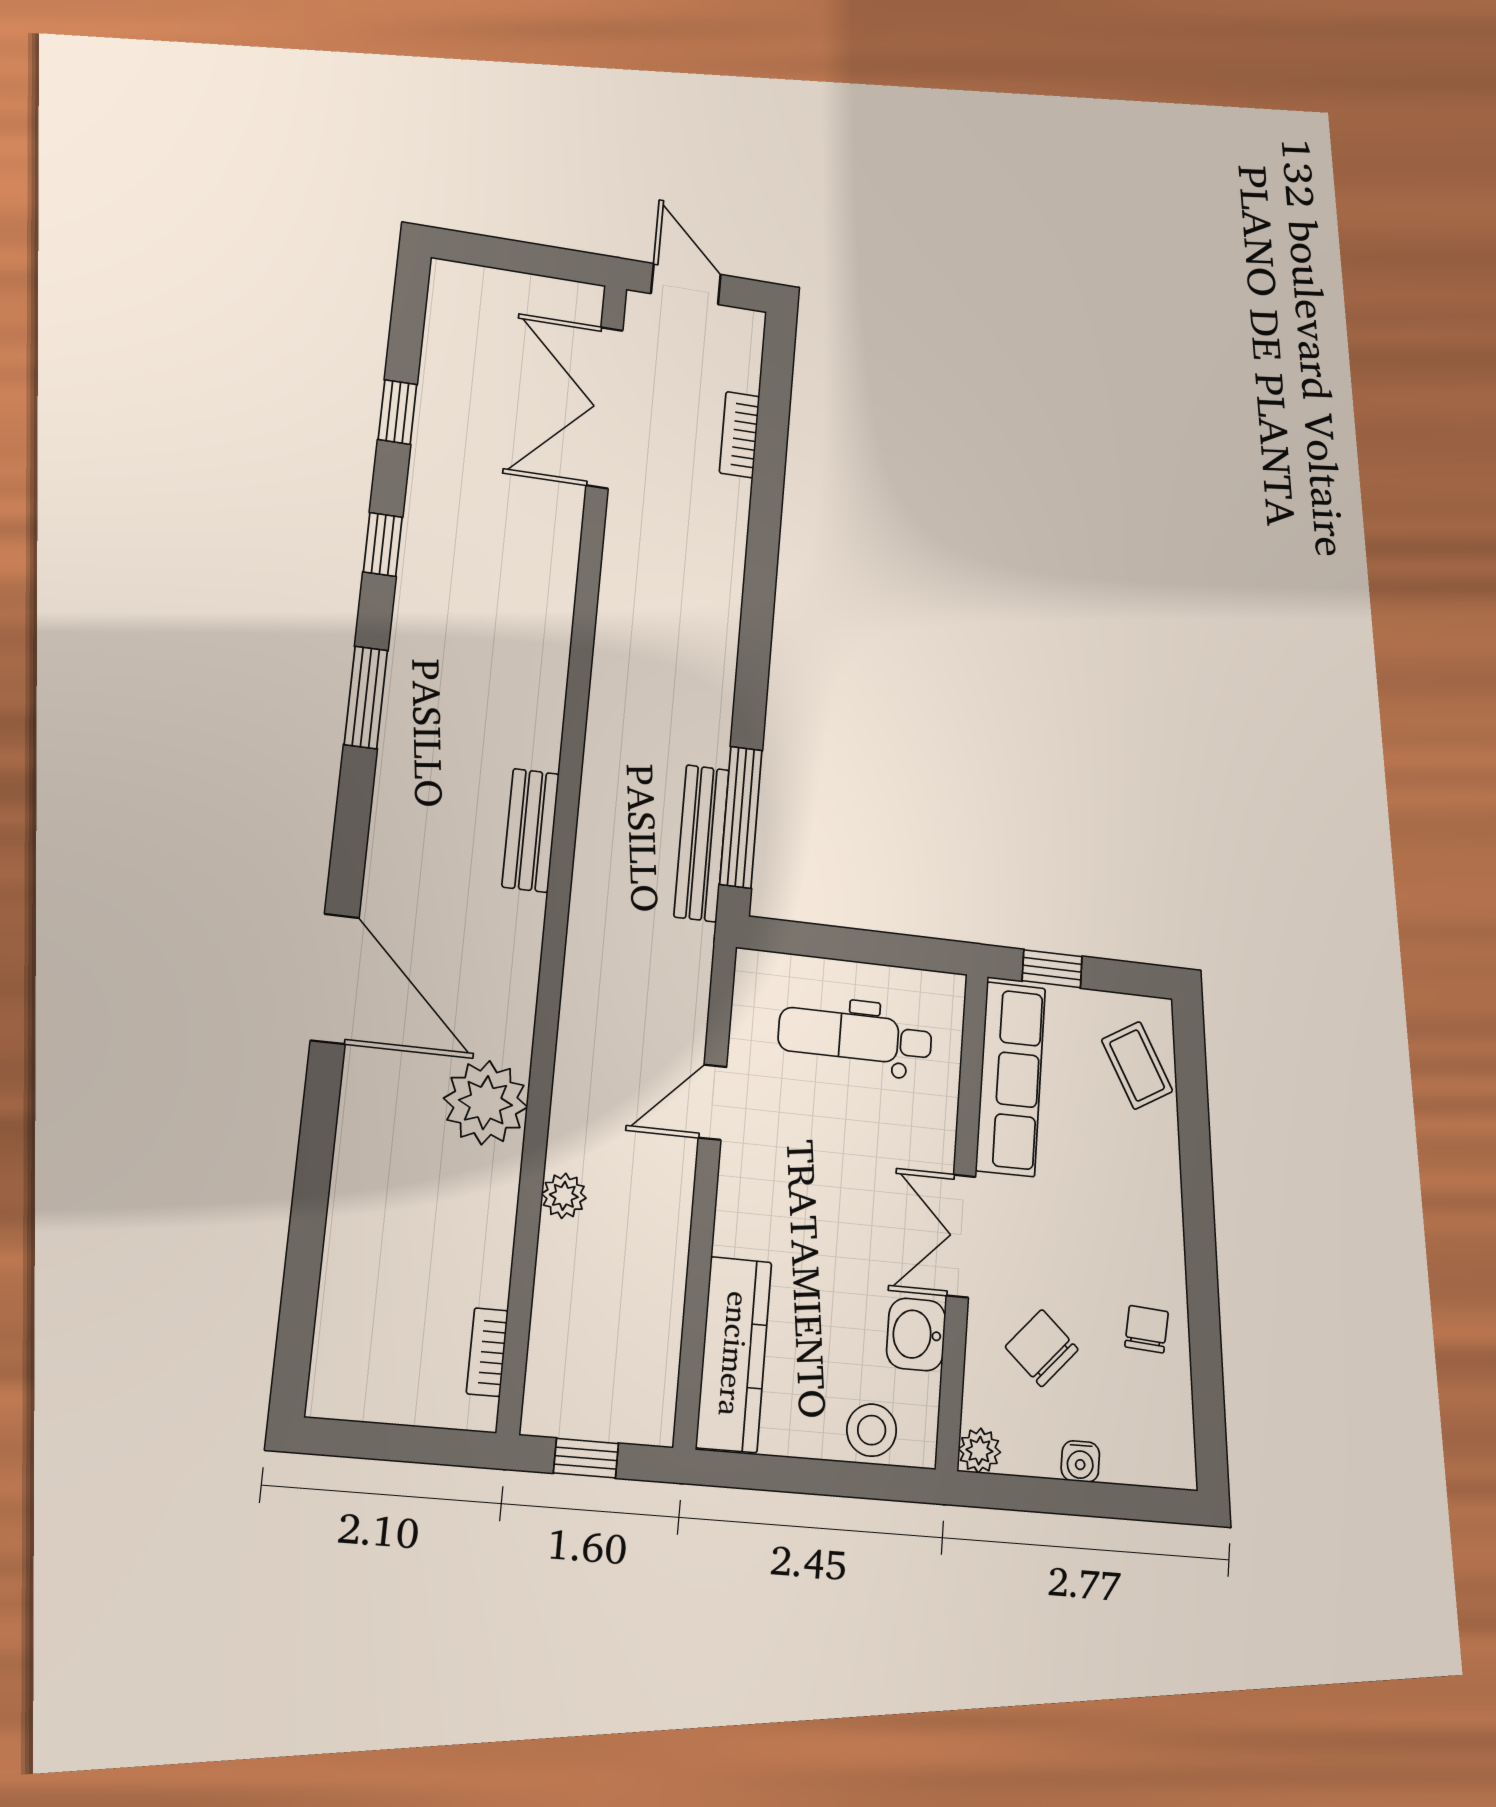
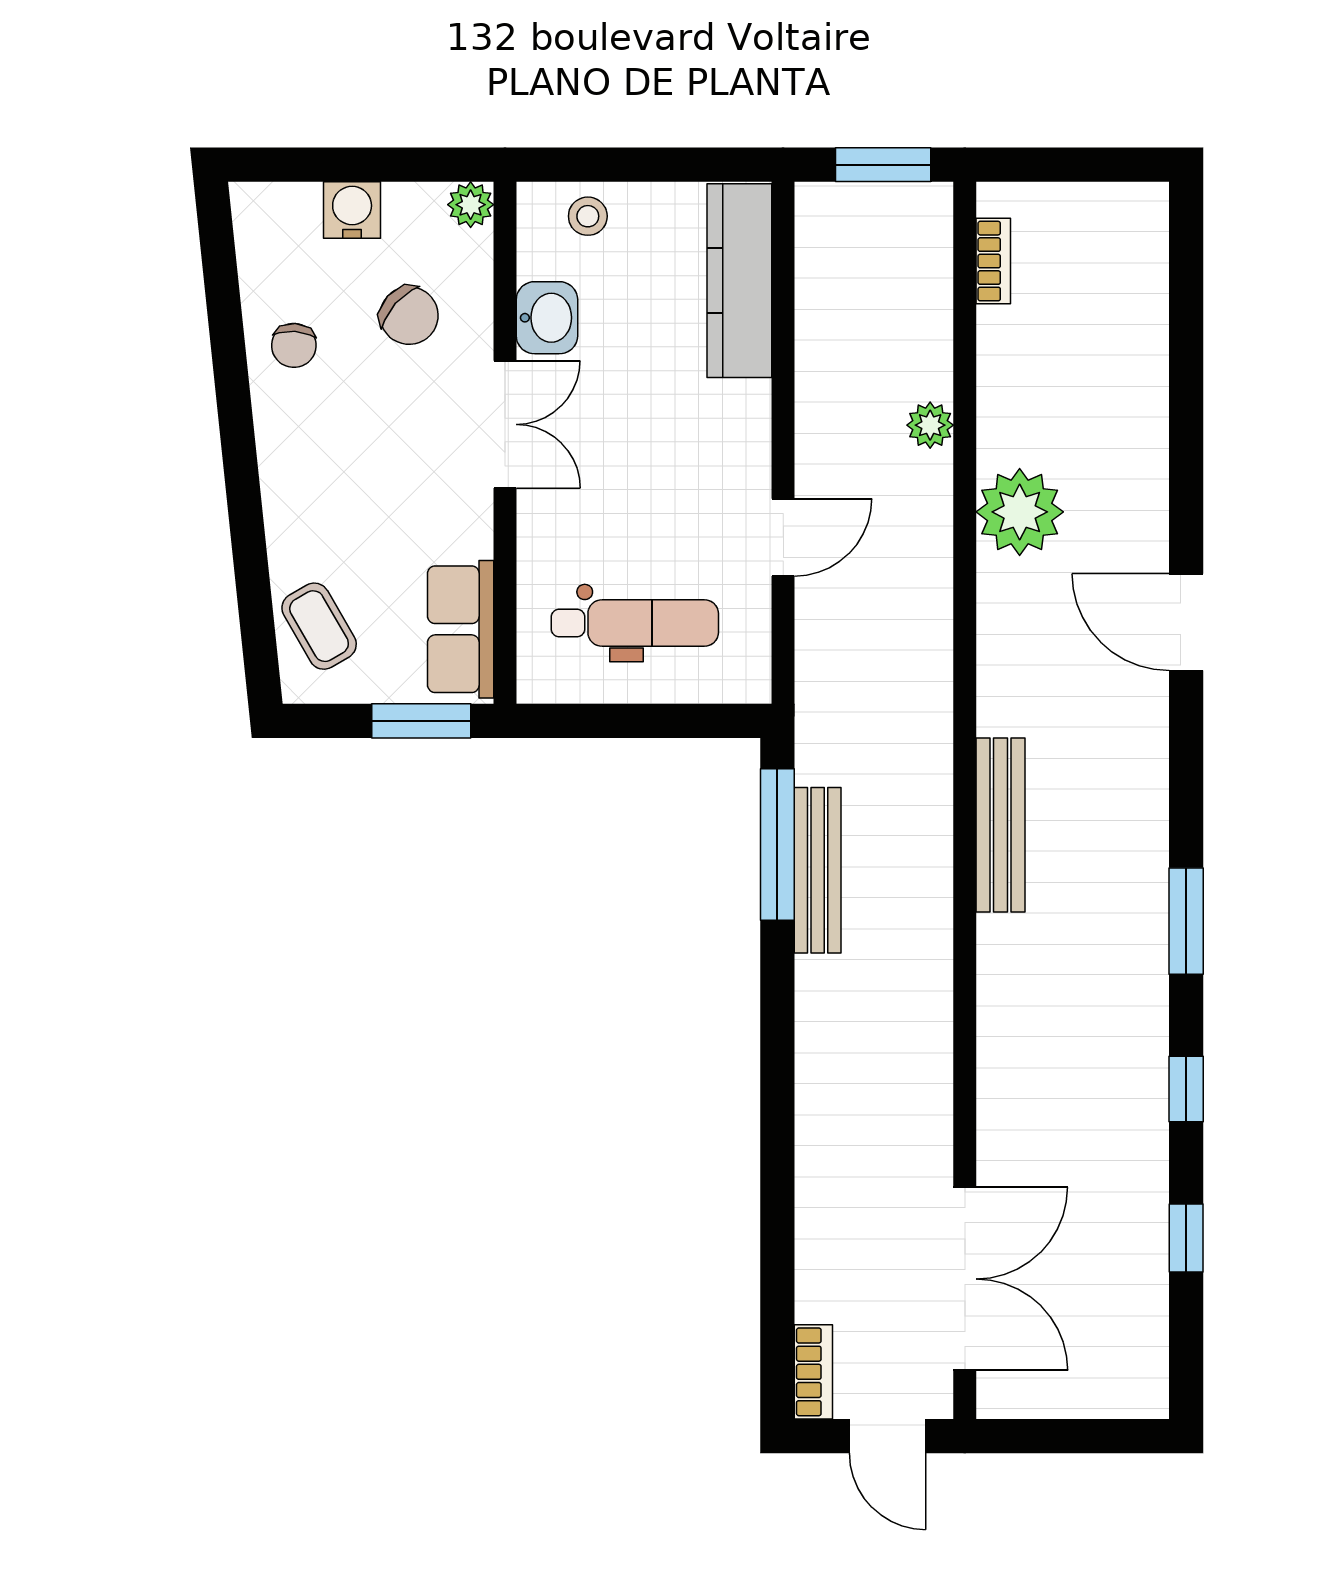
bookcase: (740, 435) -> (813, 1372), moved
bench: (531, 830) -> (1000, 825), width x1.36
bench: (701, 843) -> (818, 870), moved
window: (1052, 969) -> (421, 721), width x1.50
door: (335, 979) -> (1186, 622), width x0.73
row of seats: (1011, 1079) -> (461, 629), width x0.68
stool: (872, 1430) -> (588, 216), width x0.73, depth x0.73
window: (586, 1458) -> (883, 165), width x1.50
water cooler: (1080, 1461) -> (352, 210), width x1.38, depth x1.38

